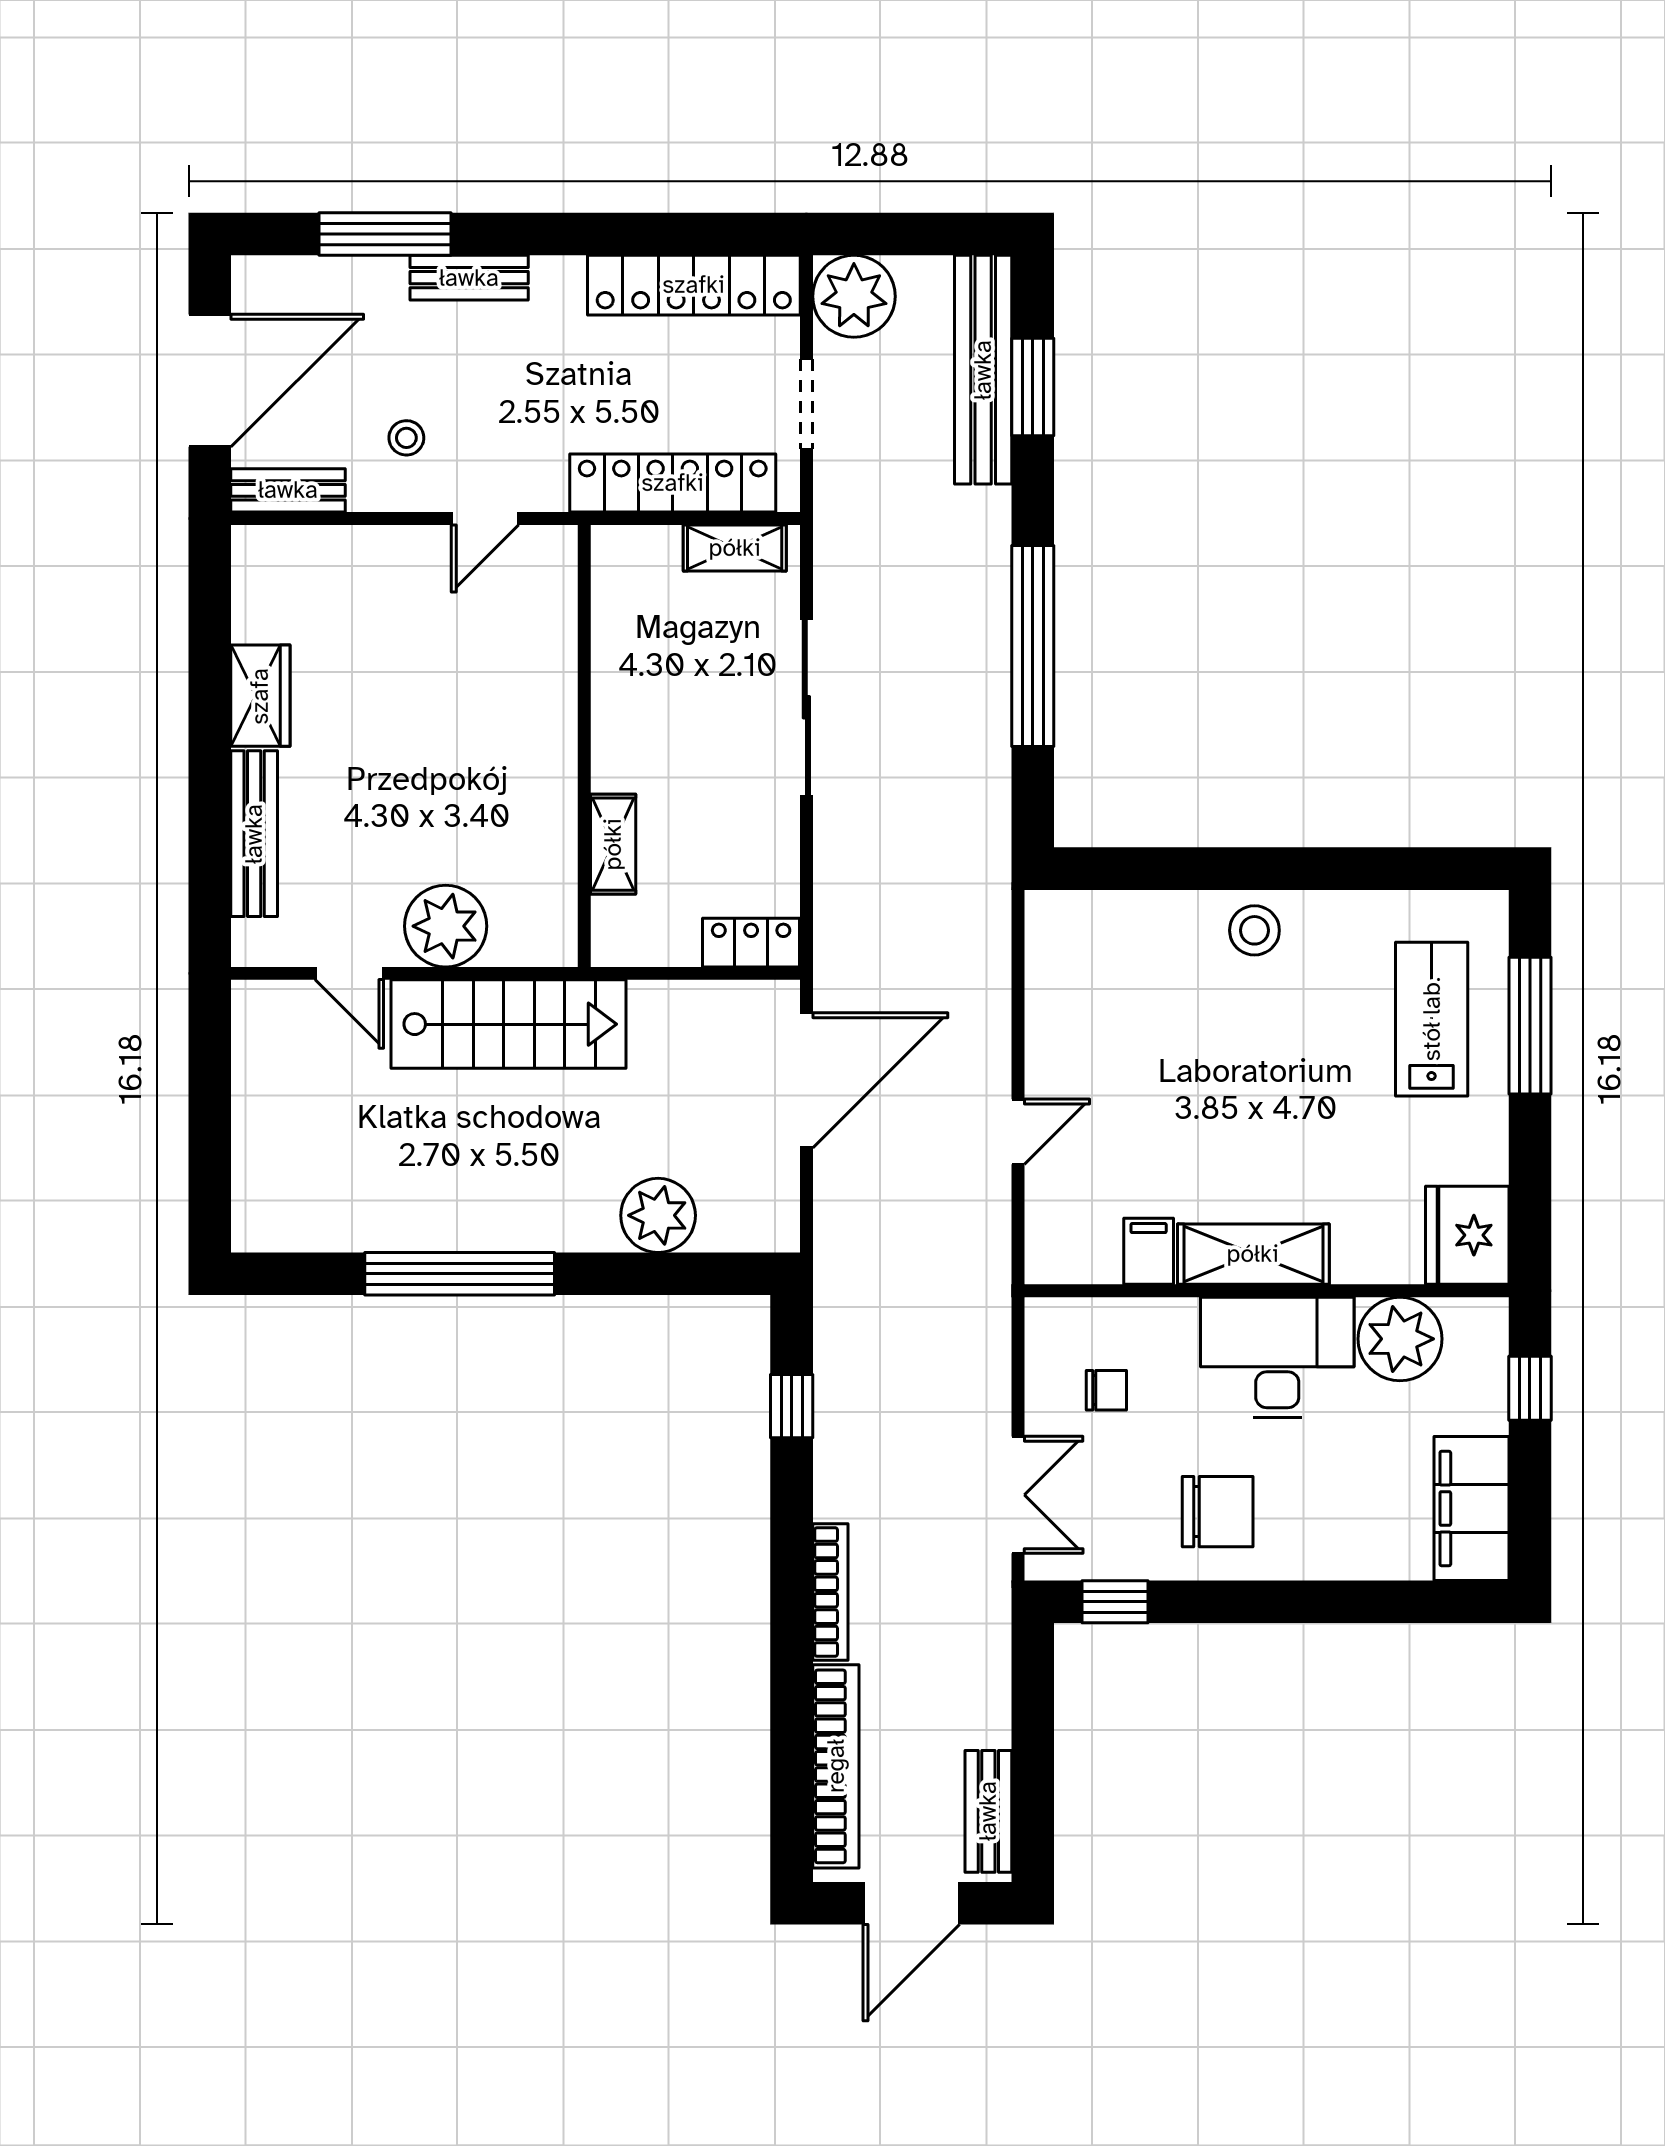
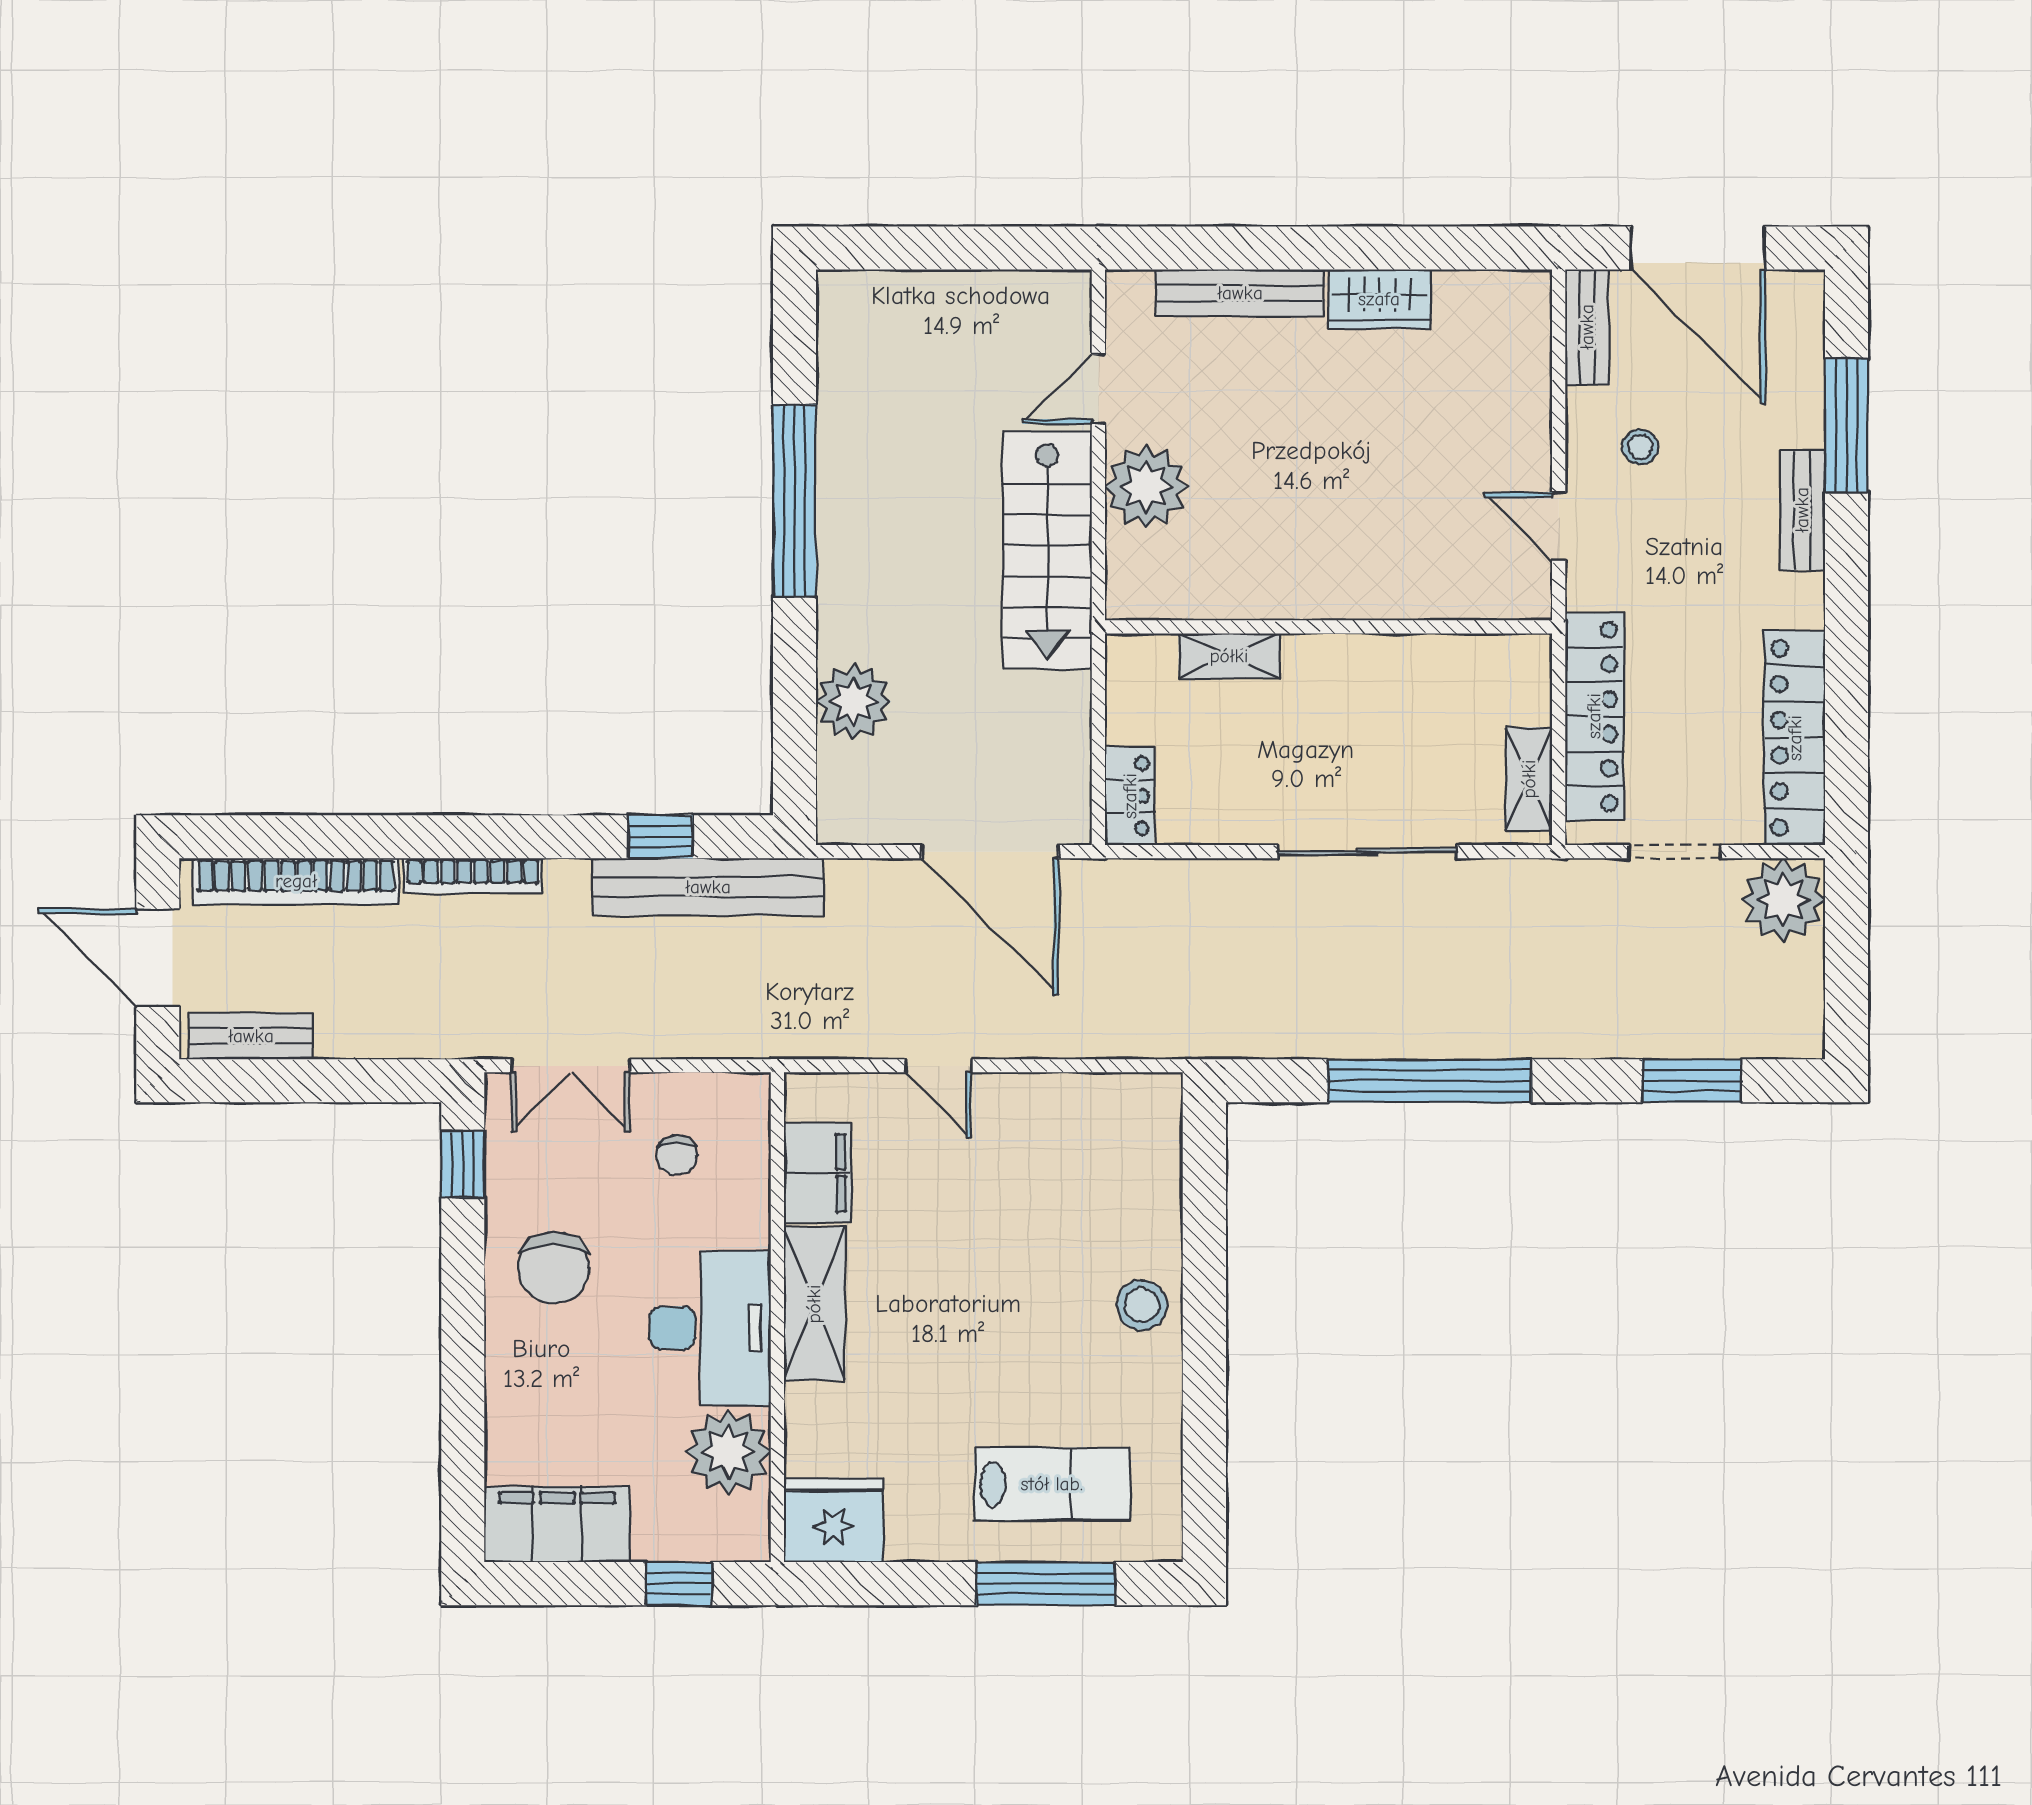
bench: (983, 370) -> (708, 887), moved
filing cabinet: (1149, 1251) -> (817, 1173), width x2.00

